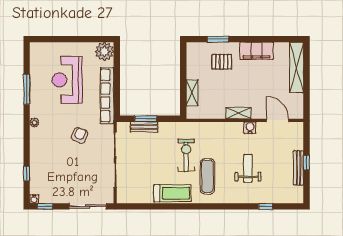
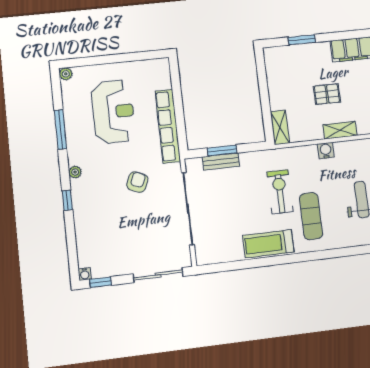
plant: (104, 51) -> (66, 74), moved, width x0.53, depth x0.53
pallet: (222, 62) -> (327, 94), moved
reception desk: (67, 80) -> (113, 112), turned 180
shelving: (192, 93) -> (280, 127), moved
water cooler: (250, 128) -> (326, 151), moved
window: (27, 173) -> (67, 200), moved
treadmill: (172, 193) -> (268, 244), turned 180

